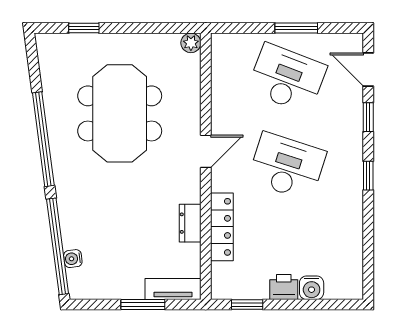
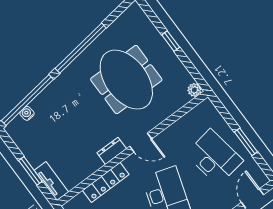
window: (84, 28) -> (171, 41), moved
desk: (287, 78) -> (214, 157), turned -30
meeting table: (120, 113) -> (126, 80), turned 90
dresser: (190, 223) -> (112, 151), moved

